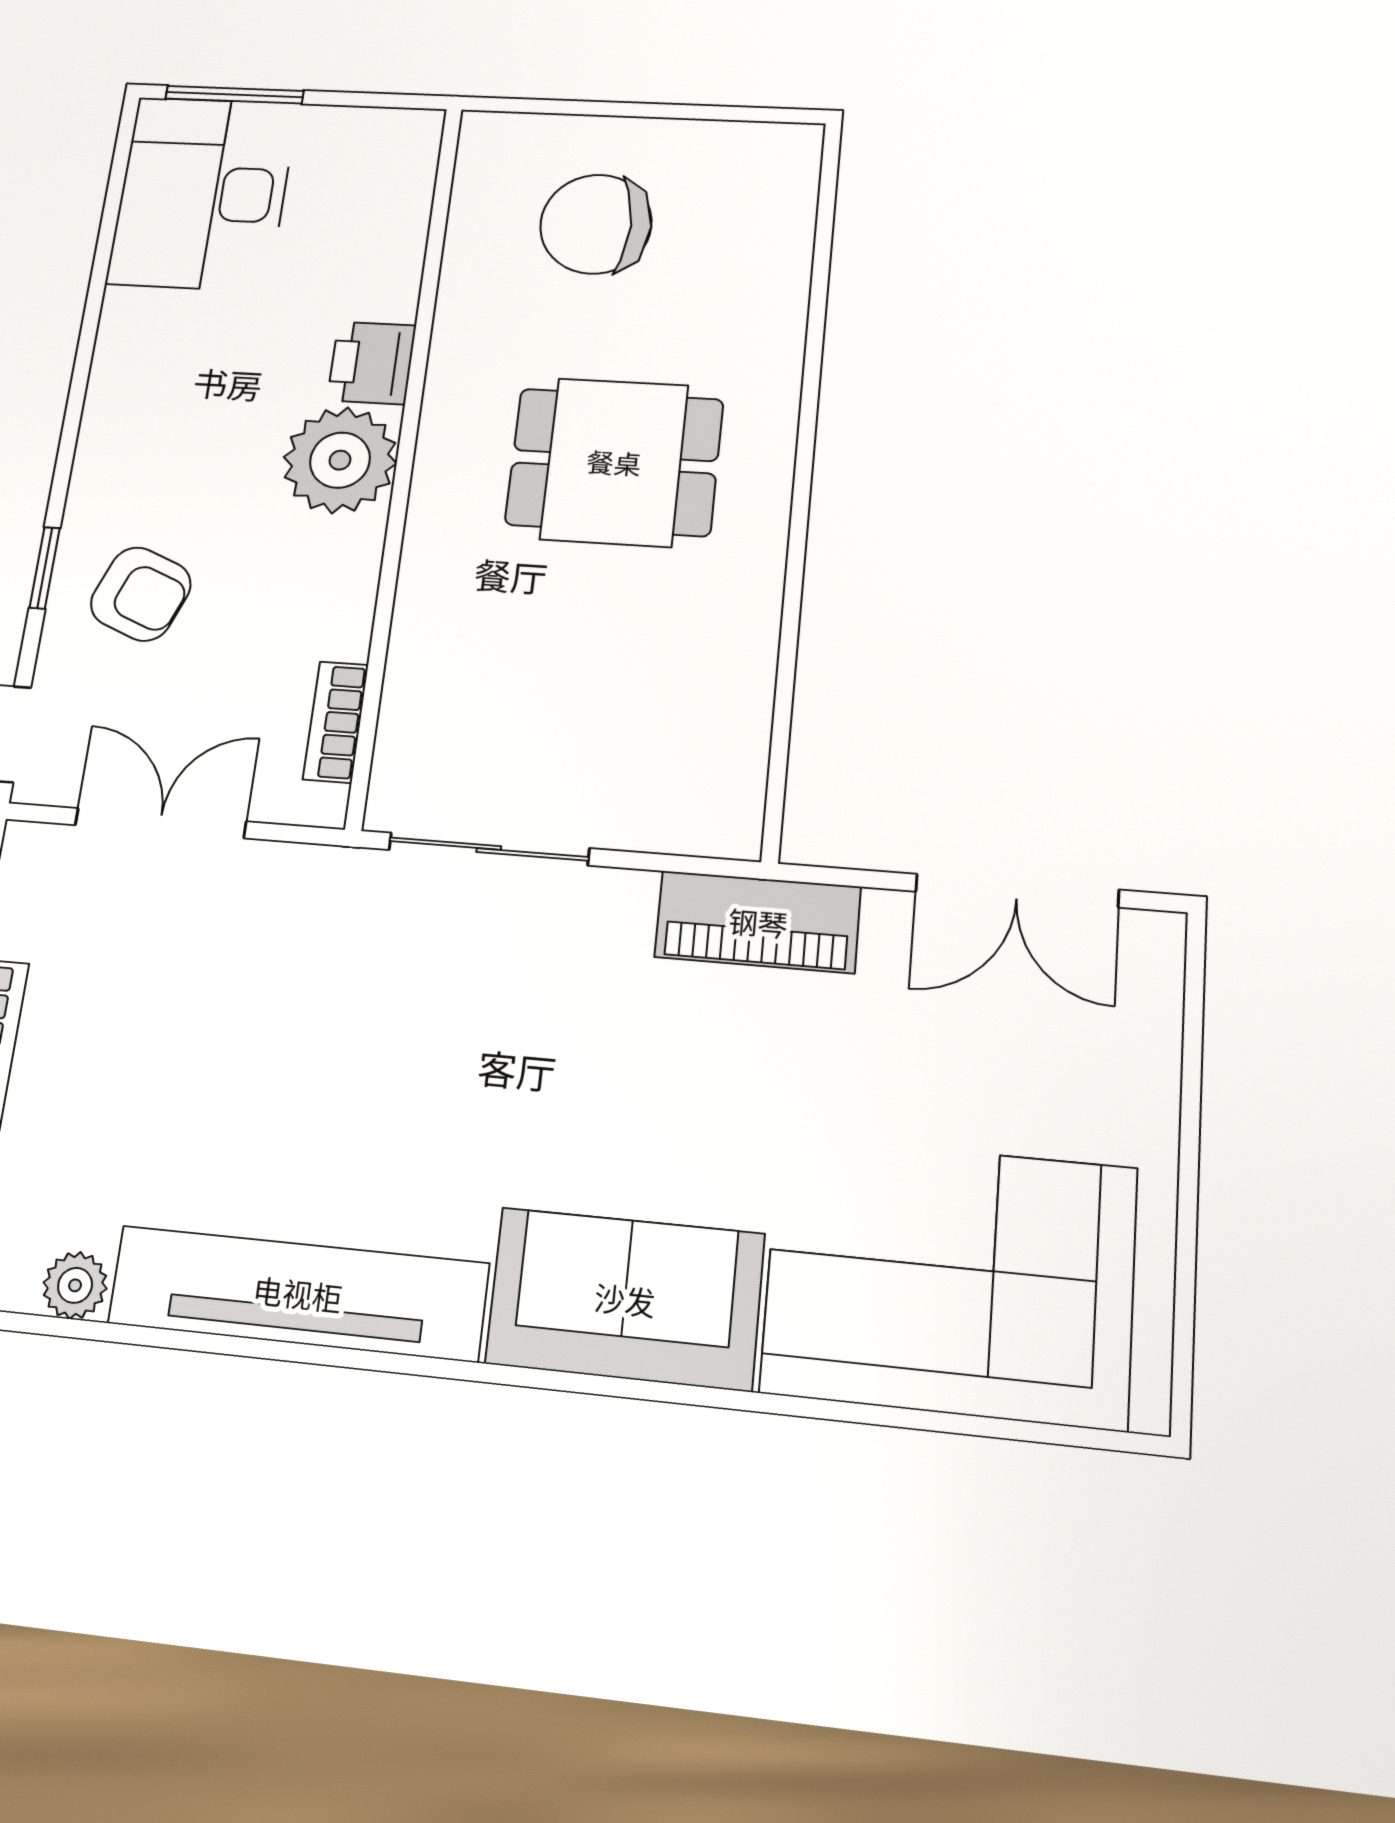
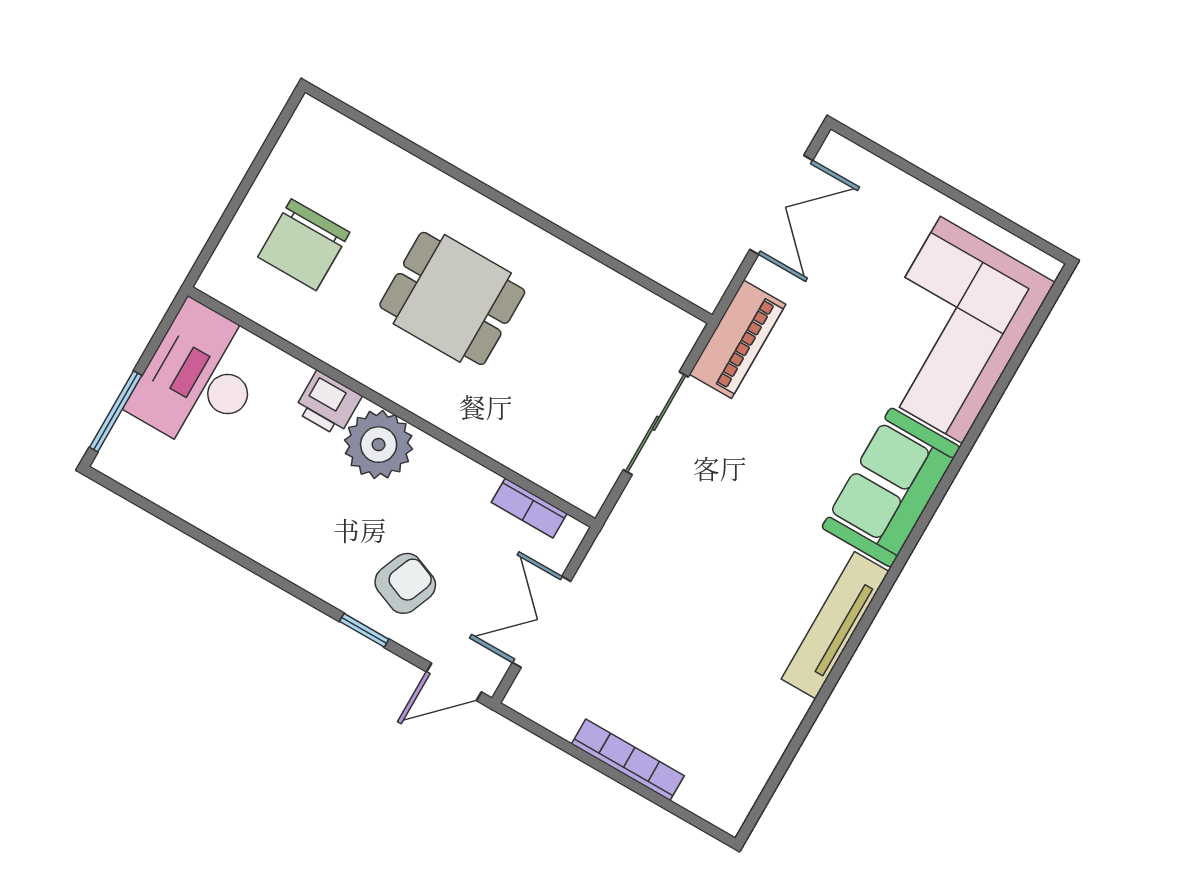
desk: (203, 193) -> (200, 378), moved, turned 90
dining table: (614, 462) -> (452, 298), turned 90
sliding door: (489, 849) -> (656, 423), moved
plant: (75, 1285) -> (763, 755), removed
tv unit: (298, 1293) -> (835, 625), width x0.73, depth x0.78

